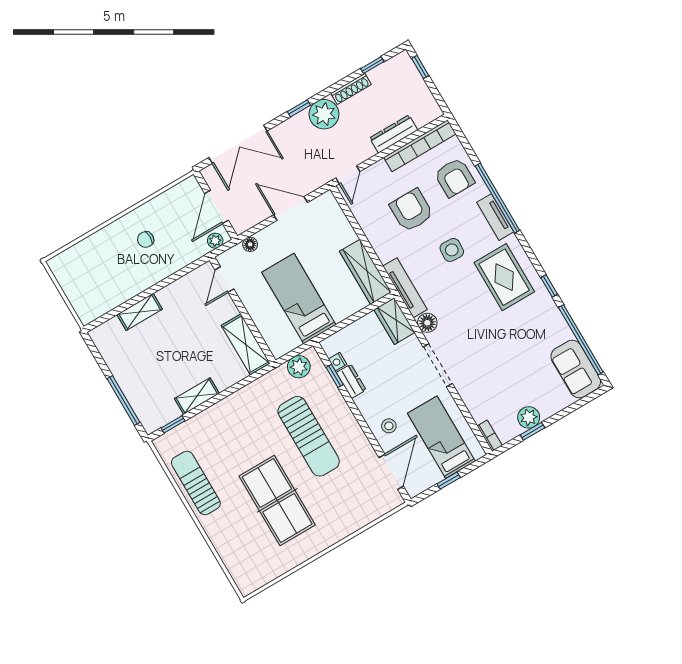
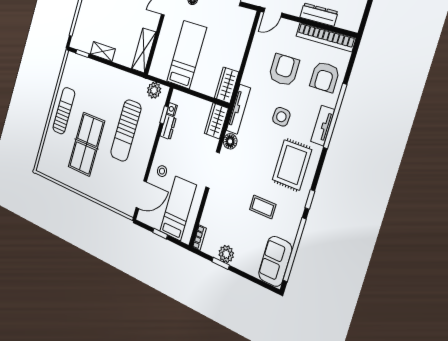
wardrobe: (365, 272) -> (227, 85), width x0.67
coffee table: (517, 340) -> (263, 207), added
sun lounger: (196, 483) -> (64, 111), moved

